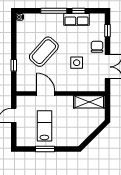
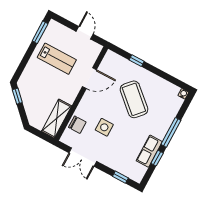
chair: (97, 47) -> (77, 125), moved
window: (88, 140) -> (17, 96), added
window: (45, 149) -> (40, 32), moved

